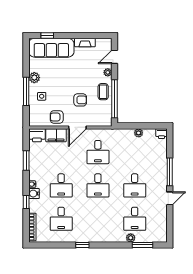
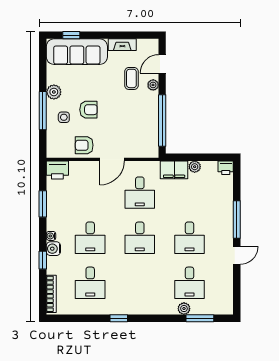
coffee table: (103, 92) -> (131, 78), moved
armchair: (80, 100) -> (88, 110), moved
filing cabinet: (56, 135) -> (174, 170), moved

